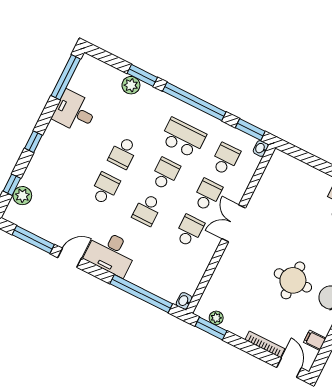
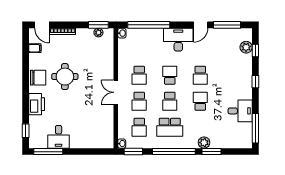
plant: (131, 85) -> (204, 143), moved
double door: (234, 223) -> (116, 92), swing flipped

